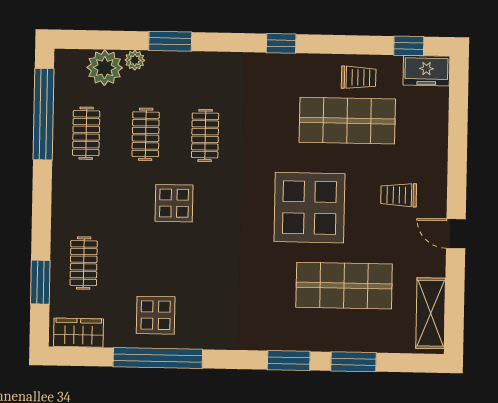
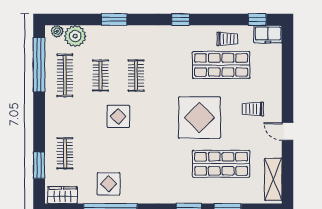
plant: (135, 60) -> (57, 31), moved
clothes rail: (86, 133) -> (65, 75), width x1.36

